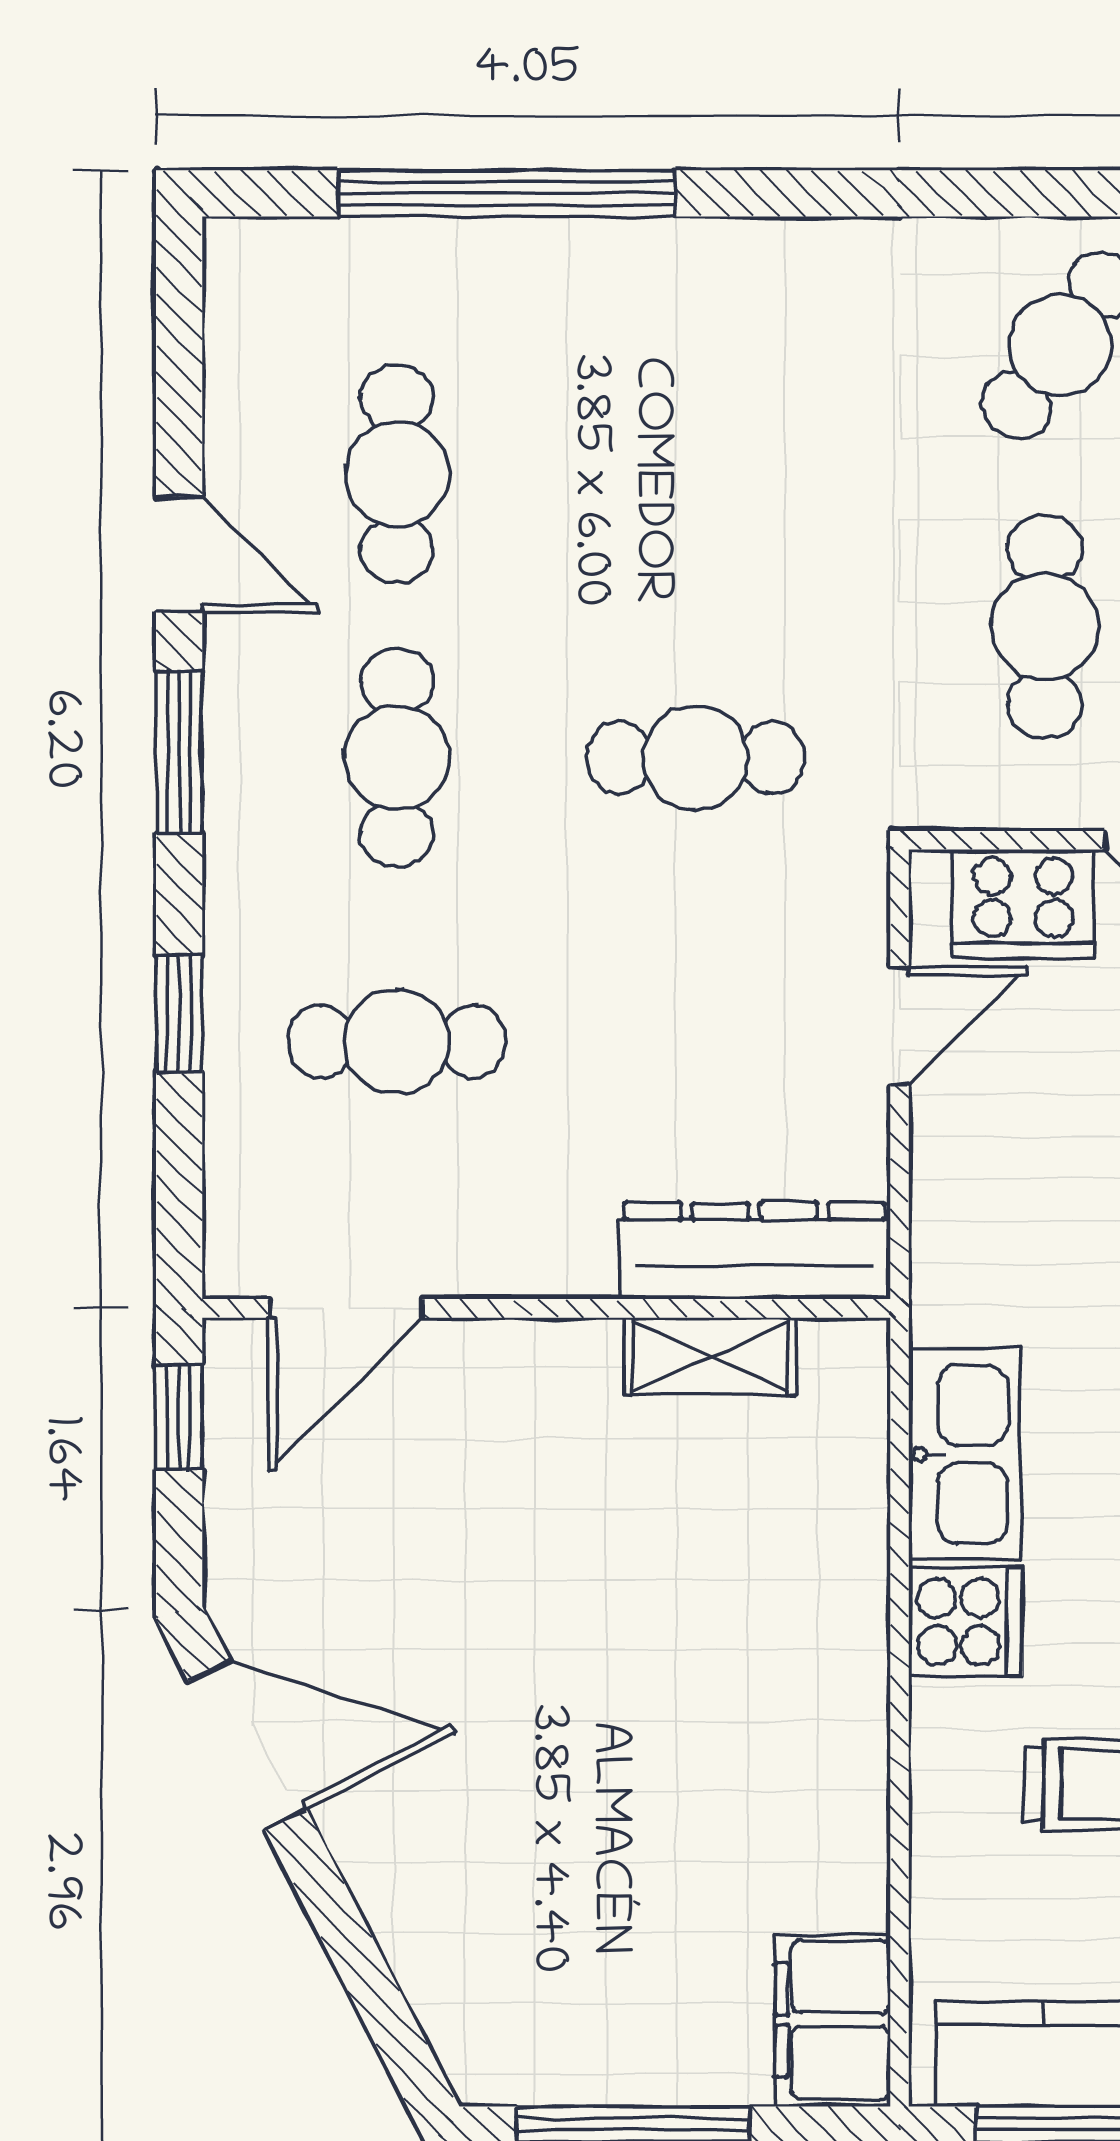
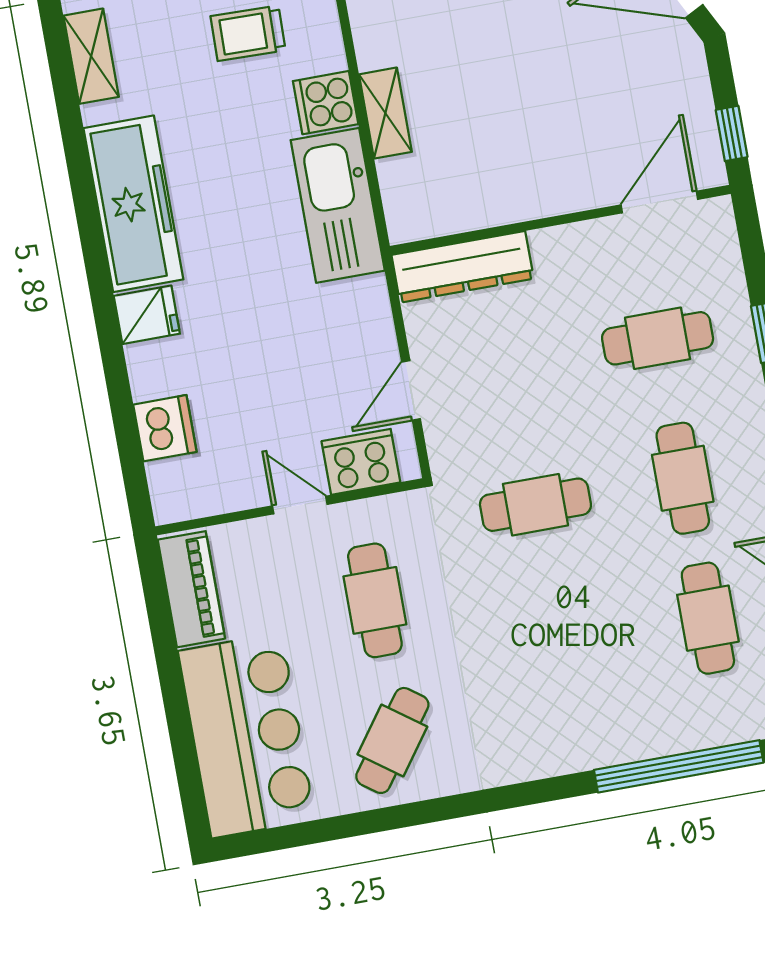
shelving: (710, 1356) -> (385, 113), moved, turned 90
kitchen sink: (965, 1454) -> (338, 205), width x1.36, depth x1.24

